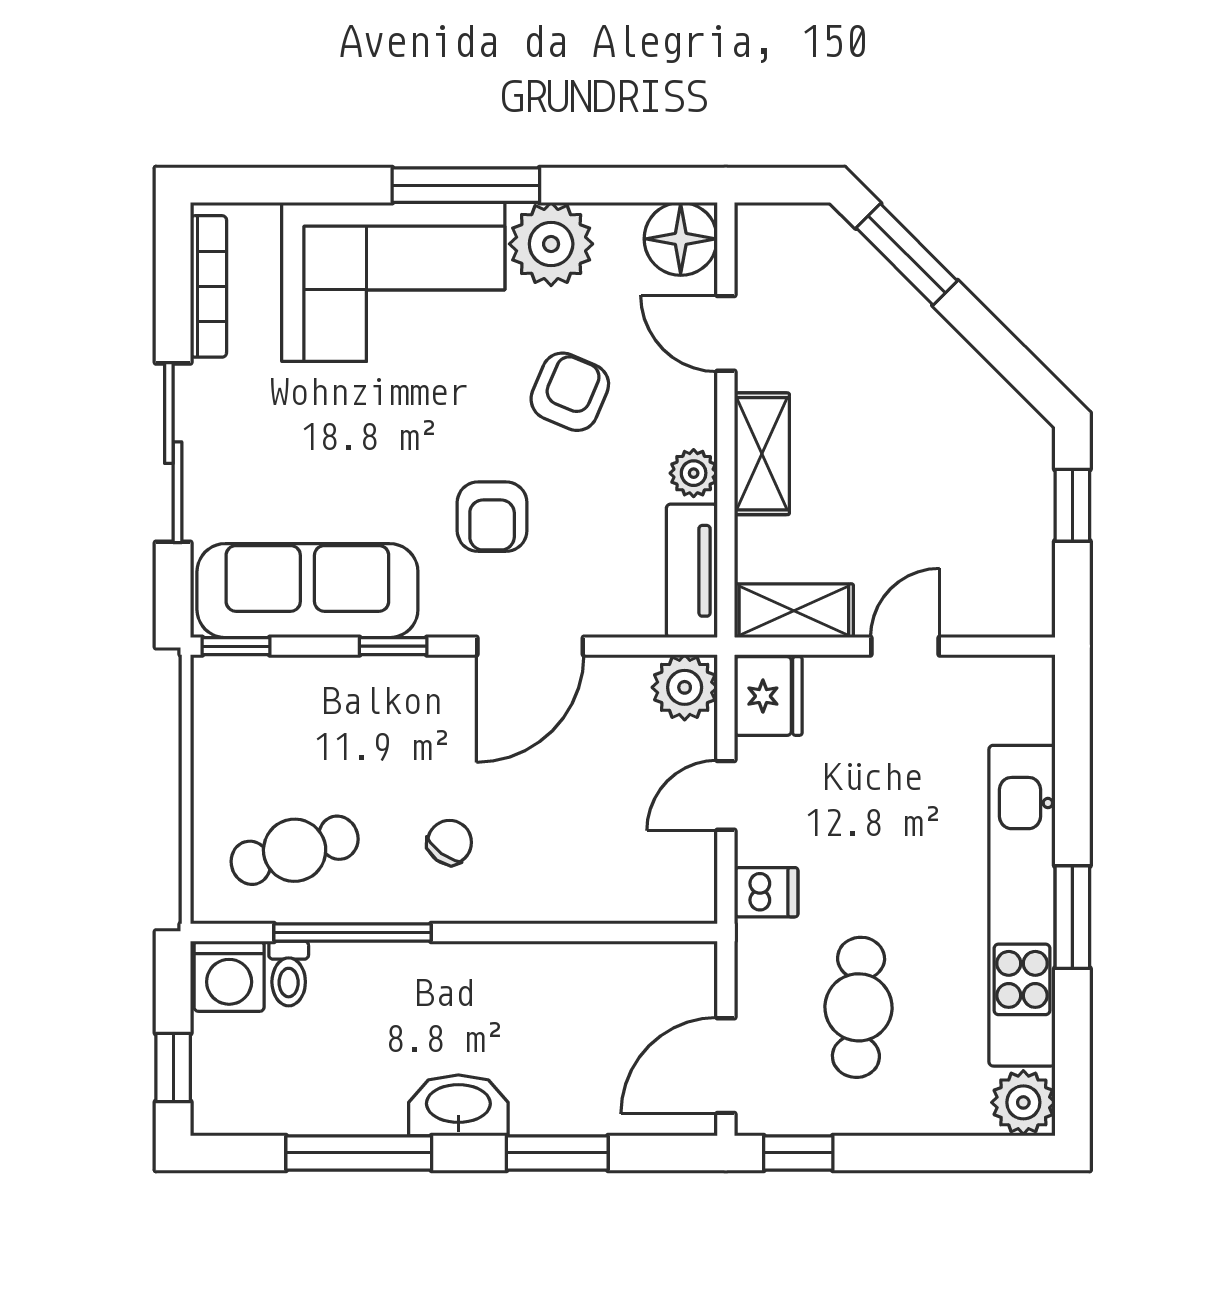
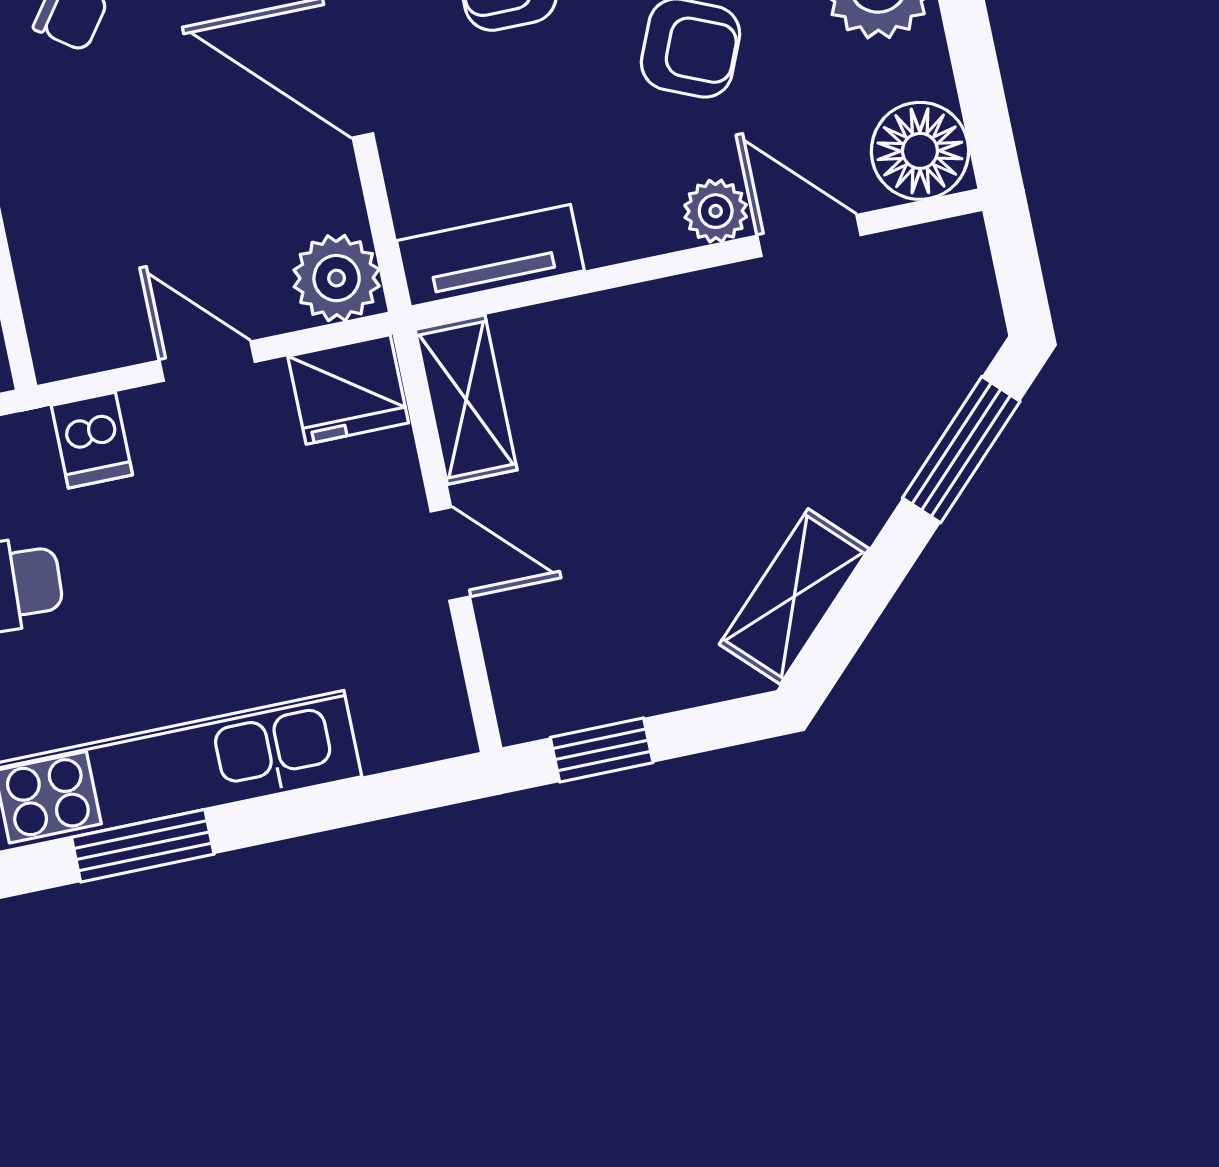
door: (726, 333) -> (809, 235), hinge flipped
shelving: (762, 454) -> (794, 597), moved, turned -45
plant: (694, 473) -> (716, 211), moved
window: (1072, 505) -> (602, 750), moved

